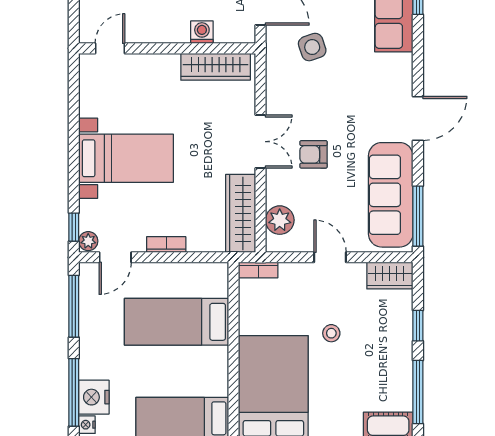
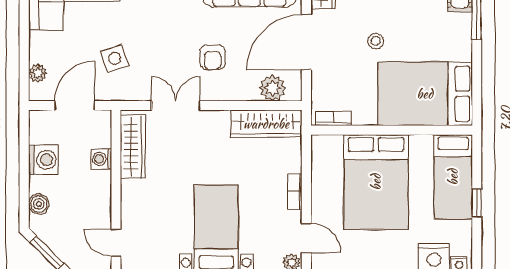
double door: (261, 142) -> (176, 105), moved
door: (330, 257) -> (306, 42), width x1.88
bookcase: (258, 270) -> (333, 118), moved, turned -90
bed: (177, 322) -> (376, 182), width x1.50

